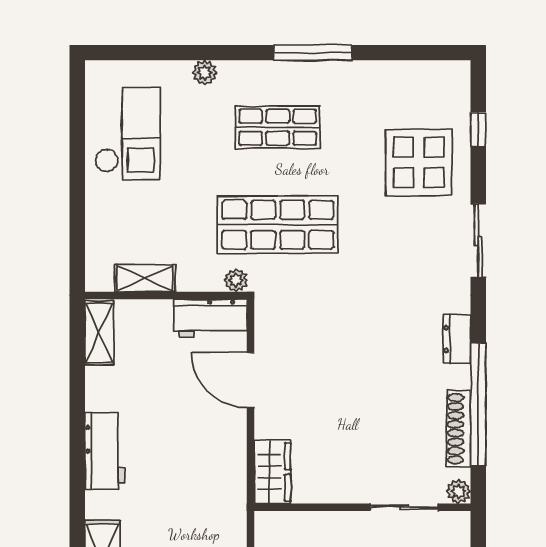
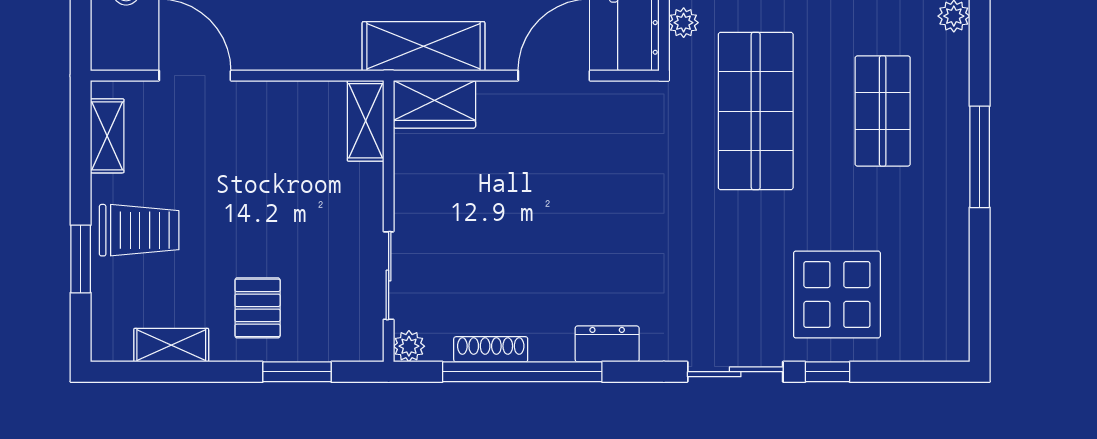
window: (478, 129) -> (827, 372), moved
plant: (236, 280) -> (684, 23), moved
shoe rack: (459, 429) -> (491, 349), width x0.74, depth x0.81
shelving: (228, 480) -> (423, 46), added
shelving: (285, 525) -> (366, 121), added

